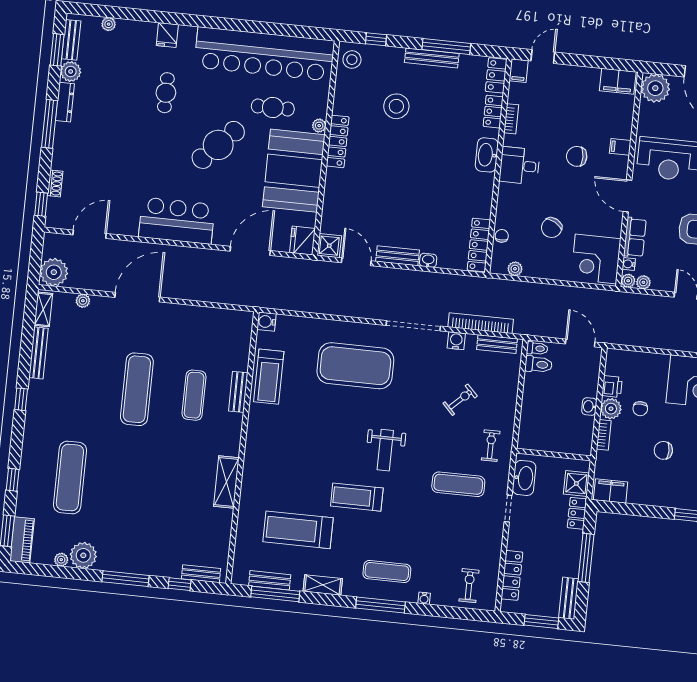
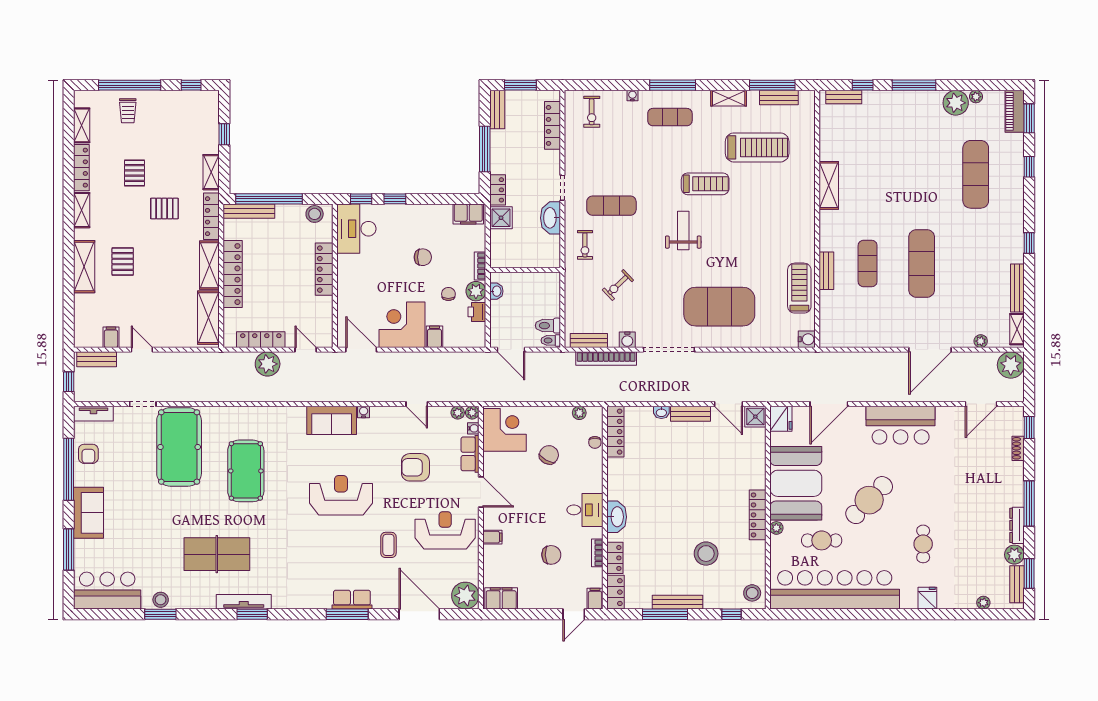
chair: (577, 156) -> (551, 555), moved
filing cabinet: (660, 365) -> (434, 337), added
wall: (554, 454) -> (525, 270), moved

